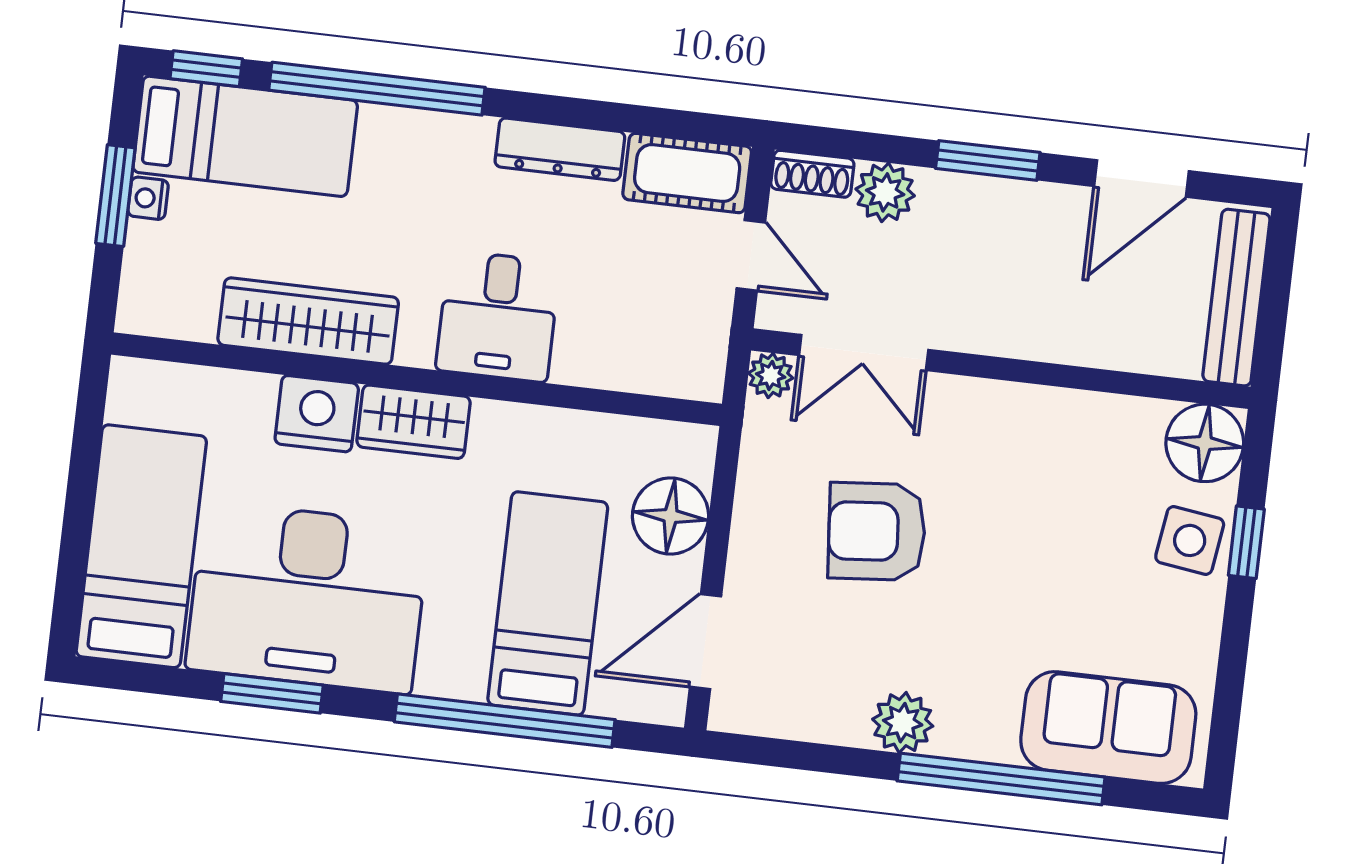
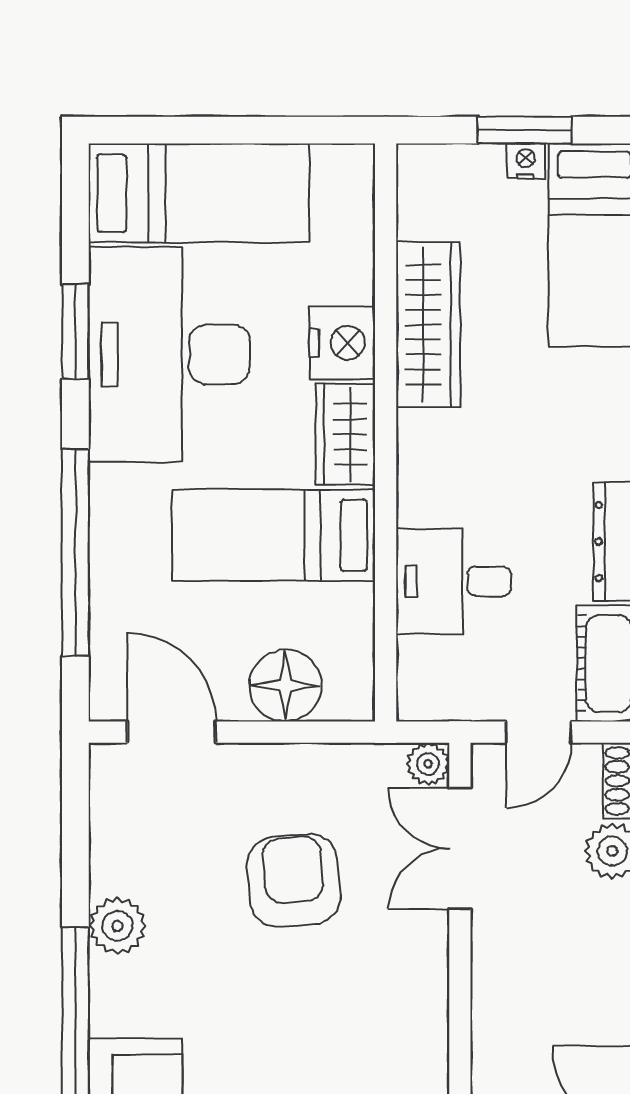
desk: (498, 316) -> (454, 581), moved
bed: (548, 603) -> (274, 535), moved, turned 180

